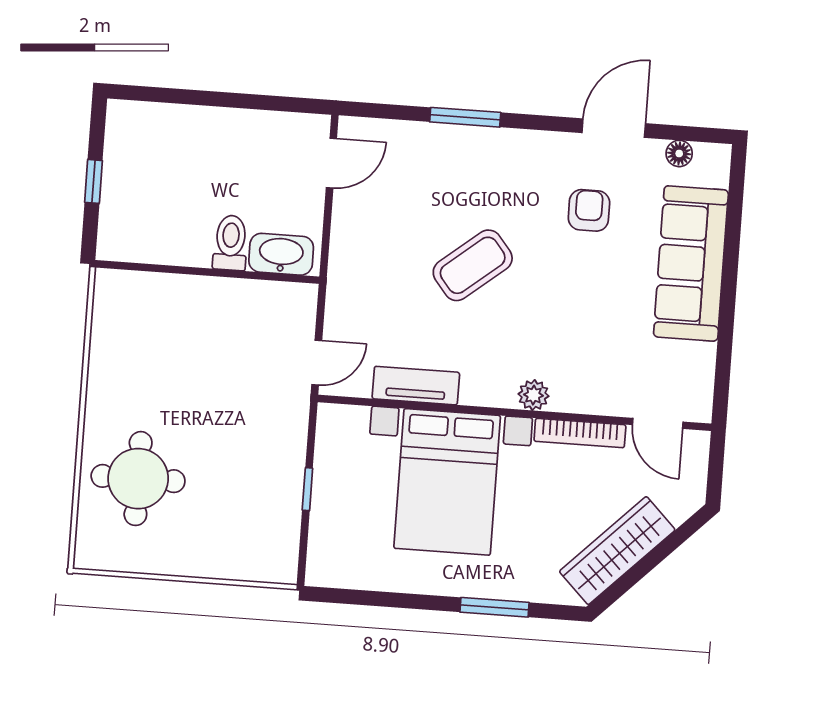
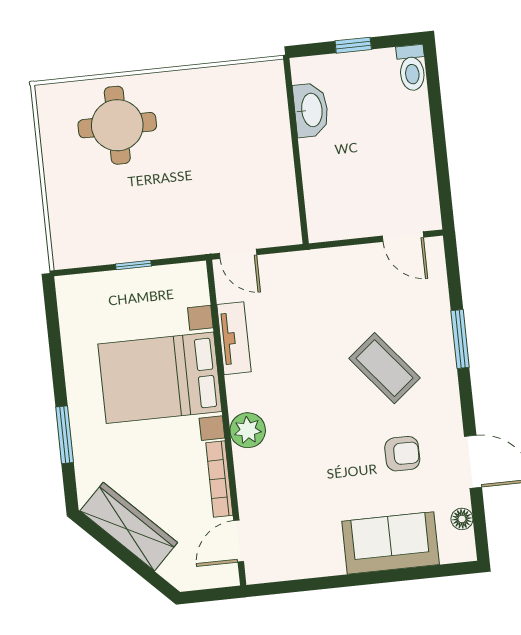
toilet: (230, 243) -> (412, 68), moved, turned 90
washbasin: (281, 254) -> (311, 110), moved
sofa: (691, 263) -> (391, 543), width x0.73
coffee table: (473, 265) -> (384, 368), moved
plant: (533, 395) -> (248, 430), width x1.38, depth x1.38

